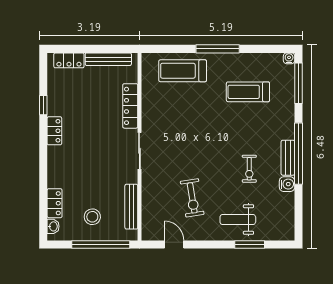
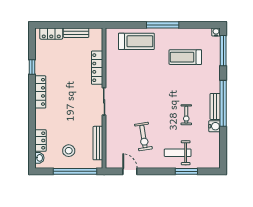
bench: (108, 59) -> (76, 33), width x0.73
treadmill: (183, 71) -> (136, 41), turned 180
locker: (54, 131) -> (40, 92), width x1.53

